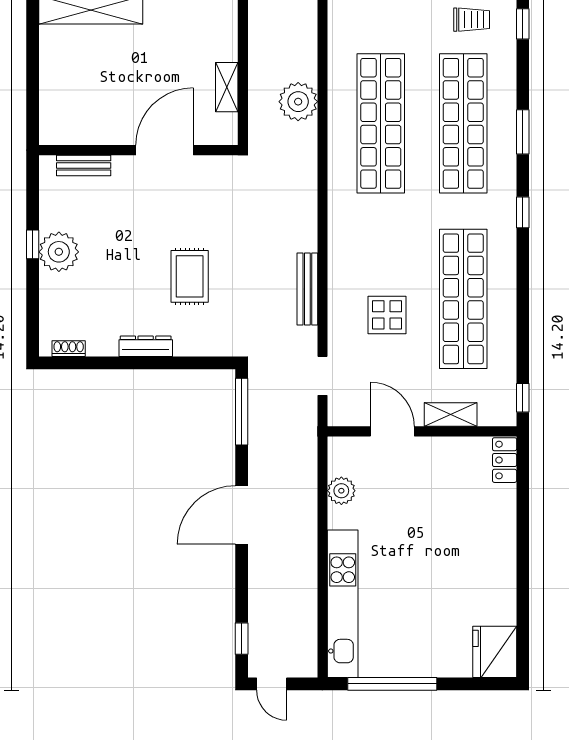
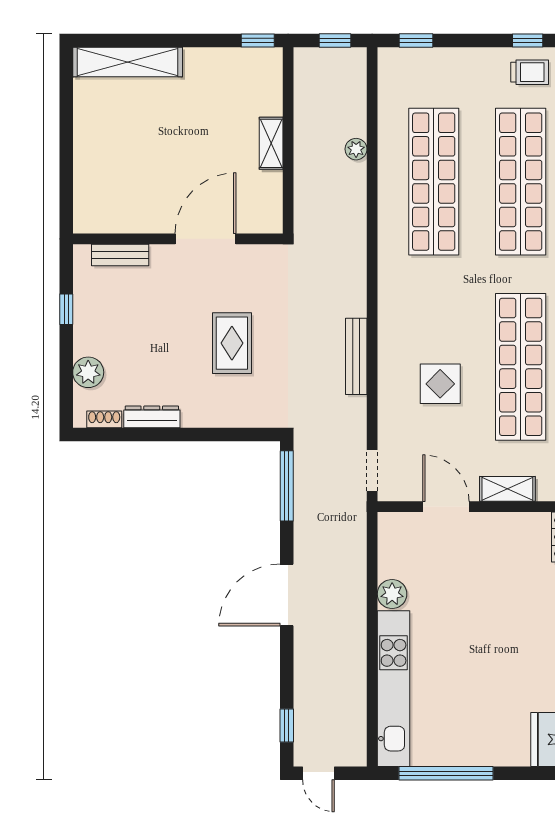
plant: (298, 102) -> (356, 149), width x0.53, depth x0.53
wall: (138, 150) -> (178, 239), moved
door: (165, 150) -> (206, 239), moved
bench: (84, 165) -> (120, 255), moved
plant: (59, 252) -> (88, 372), moved, width x0.73, depth x0.73
dresser: (146, 346) -> (152, 417), moved
doorway: (322, 376) -> (372, 471), moved
plant: (341, 491) -> (392, 594), moved

